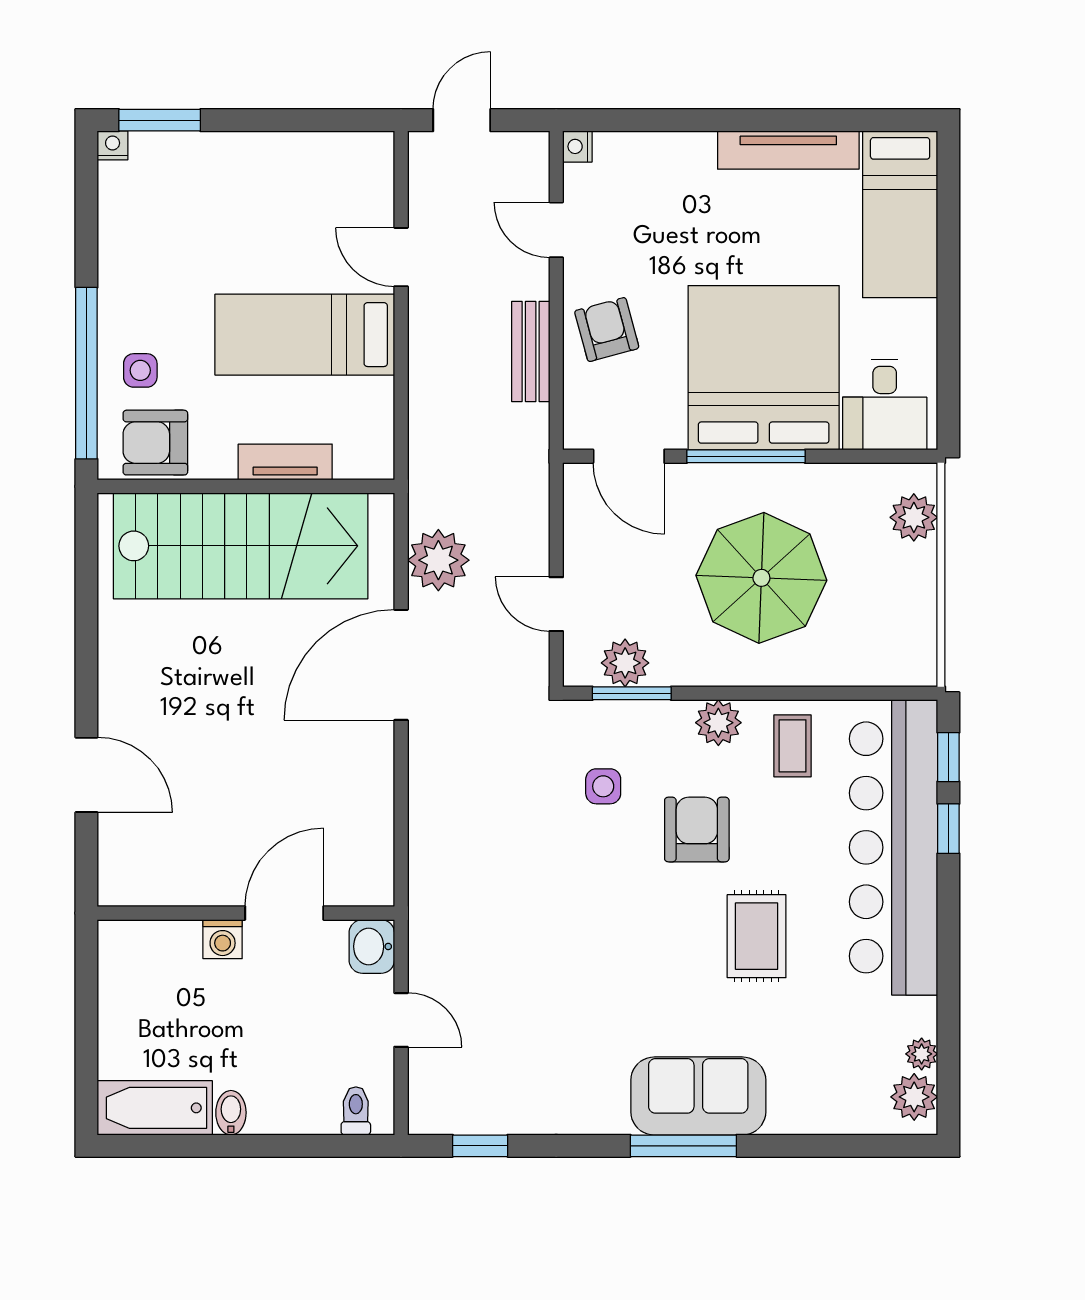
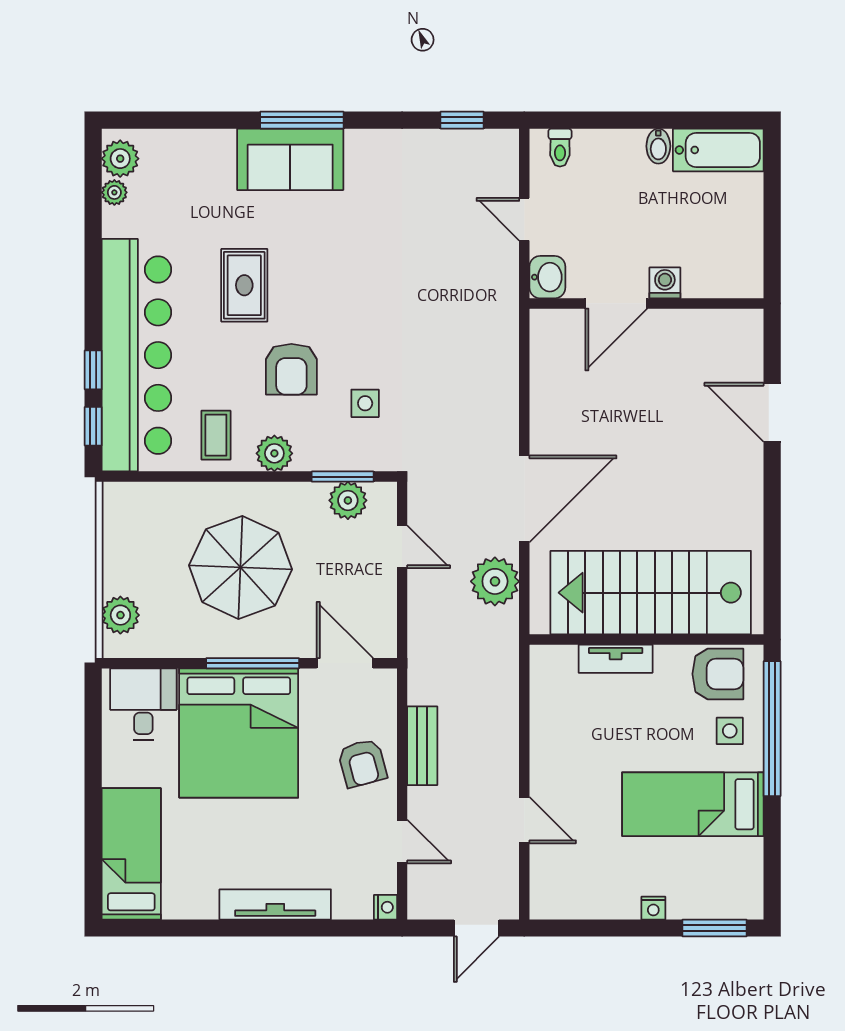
nightstand: (113, 145) -> (653, 908), moved
tv unit: (788, 150) -> (275, 904), moved
bed: (305, 335) -> (693, 804), moved, turned 180

